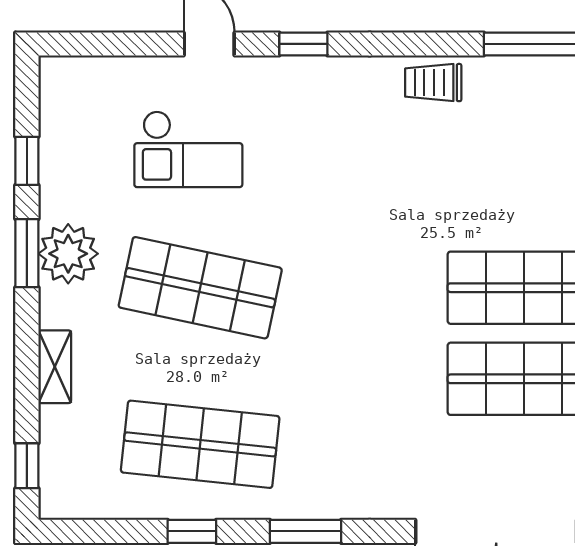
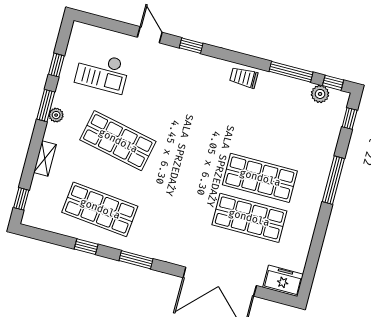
checkout: (188, 149) -> (102, 72), moved
plant: (68, 254) -> (56, 115), width x0.53, depth x0.53

